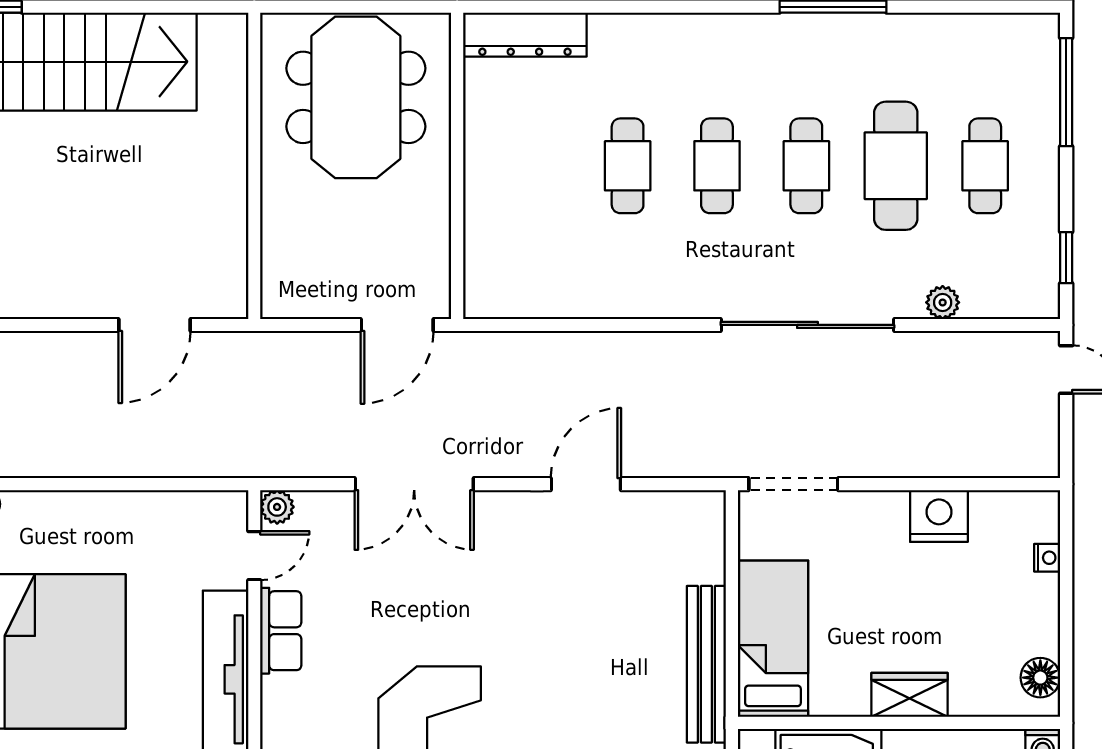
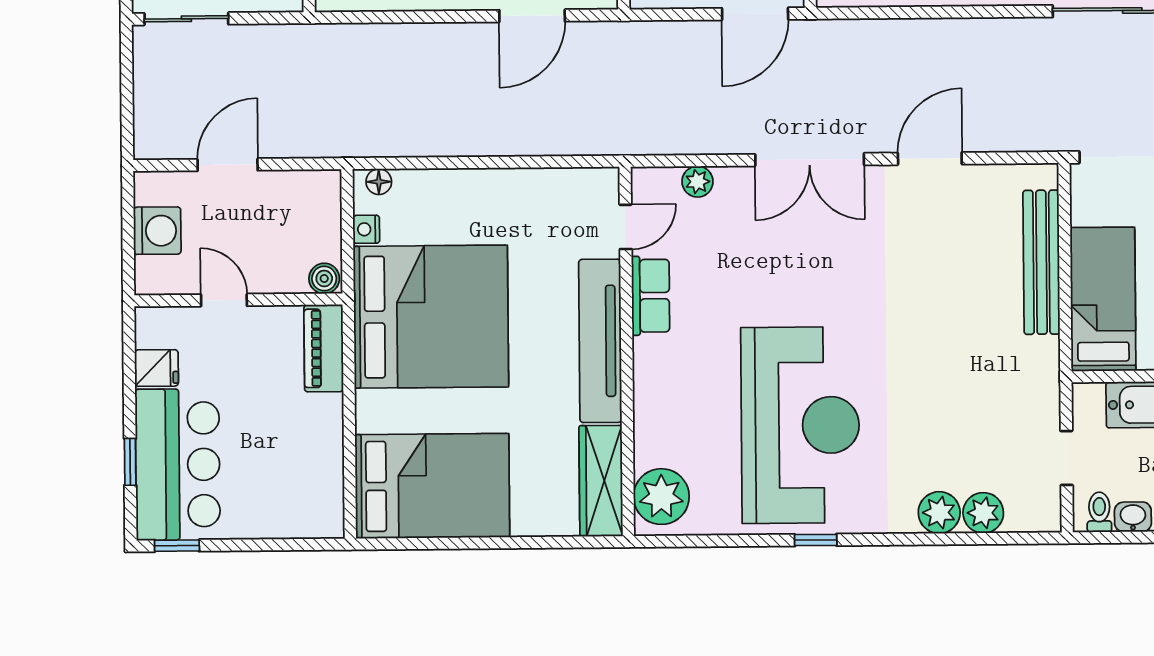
double door: (414, 484) -> (810, 160), moved
plant: (277, 507) -> (697, 182), moved
bench: (706, 664) -> (1041, 262), moved

